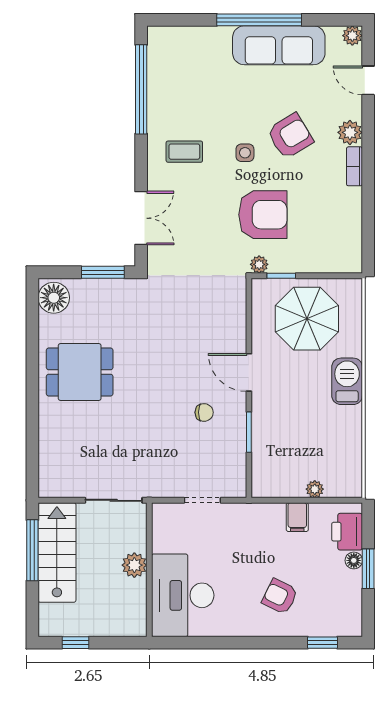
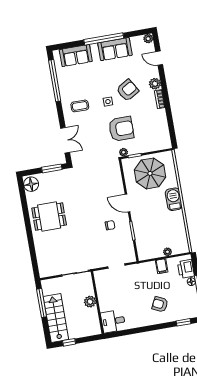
sofa: (194, 44) -> (76, 56), added
sofa: (279, 45) -> (115, 49), width x0.73
stairs: (57, 552) -> (56, 318), moved
desk: (183, 595) -> (113, 321), width x0.53, depth x0.77

